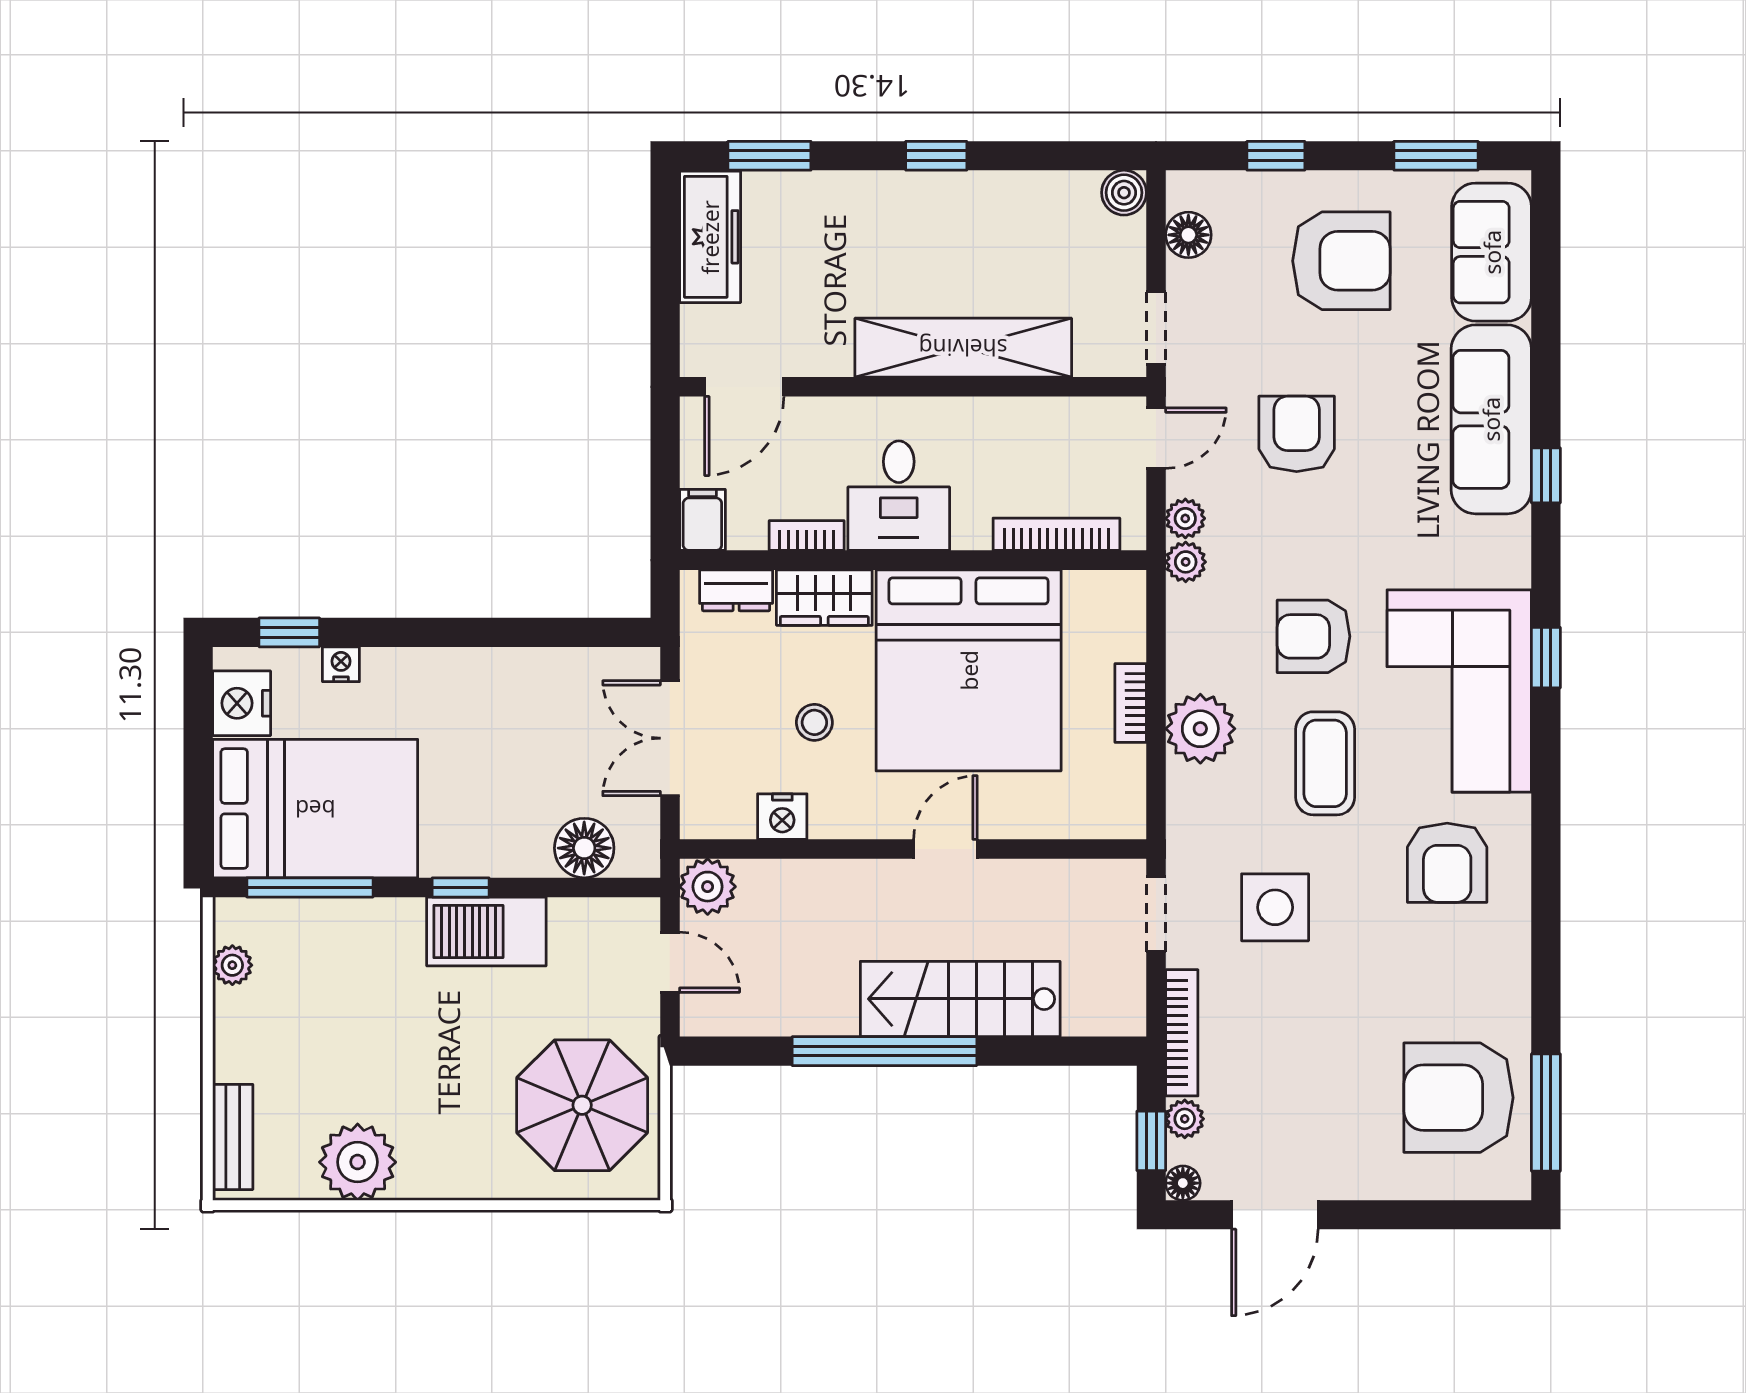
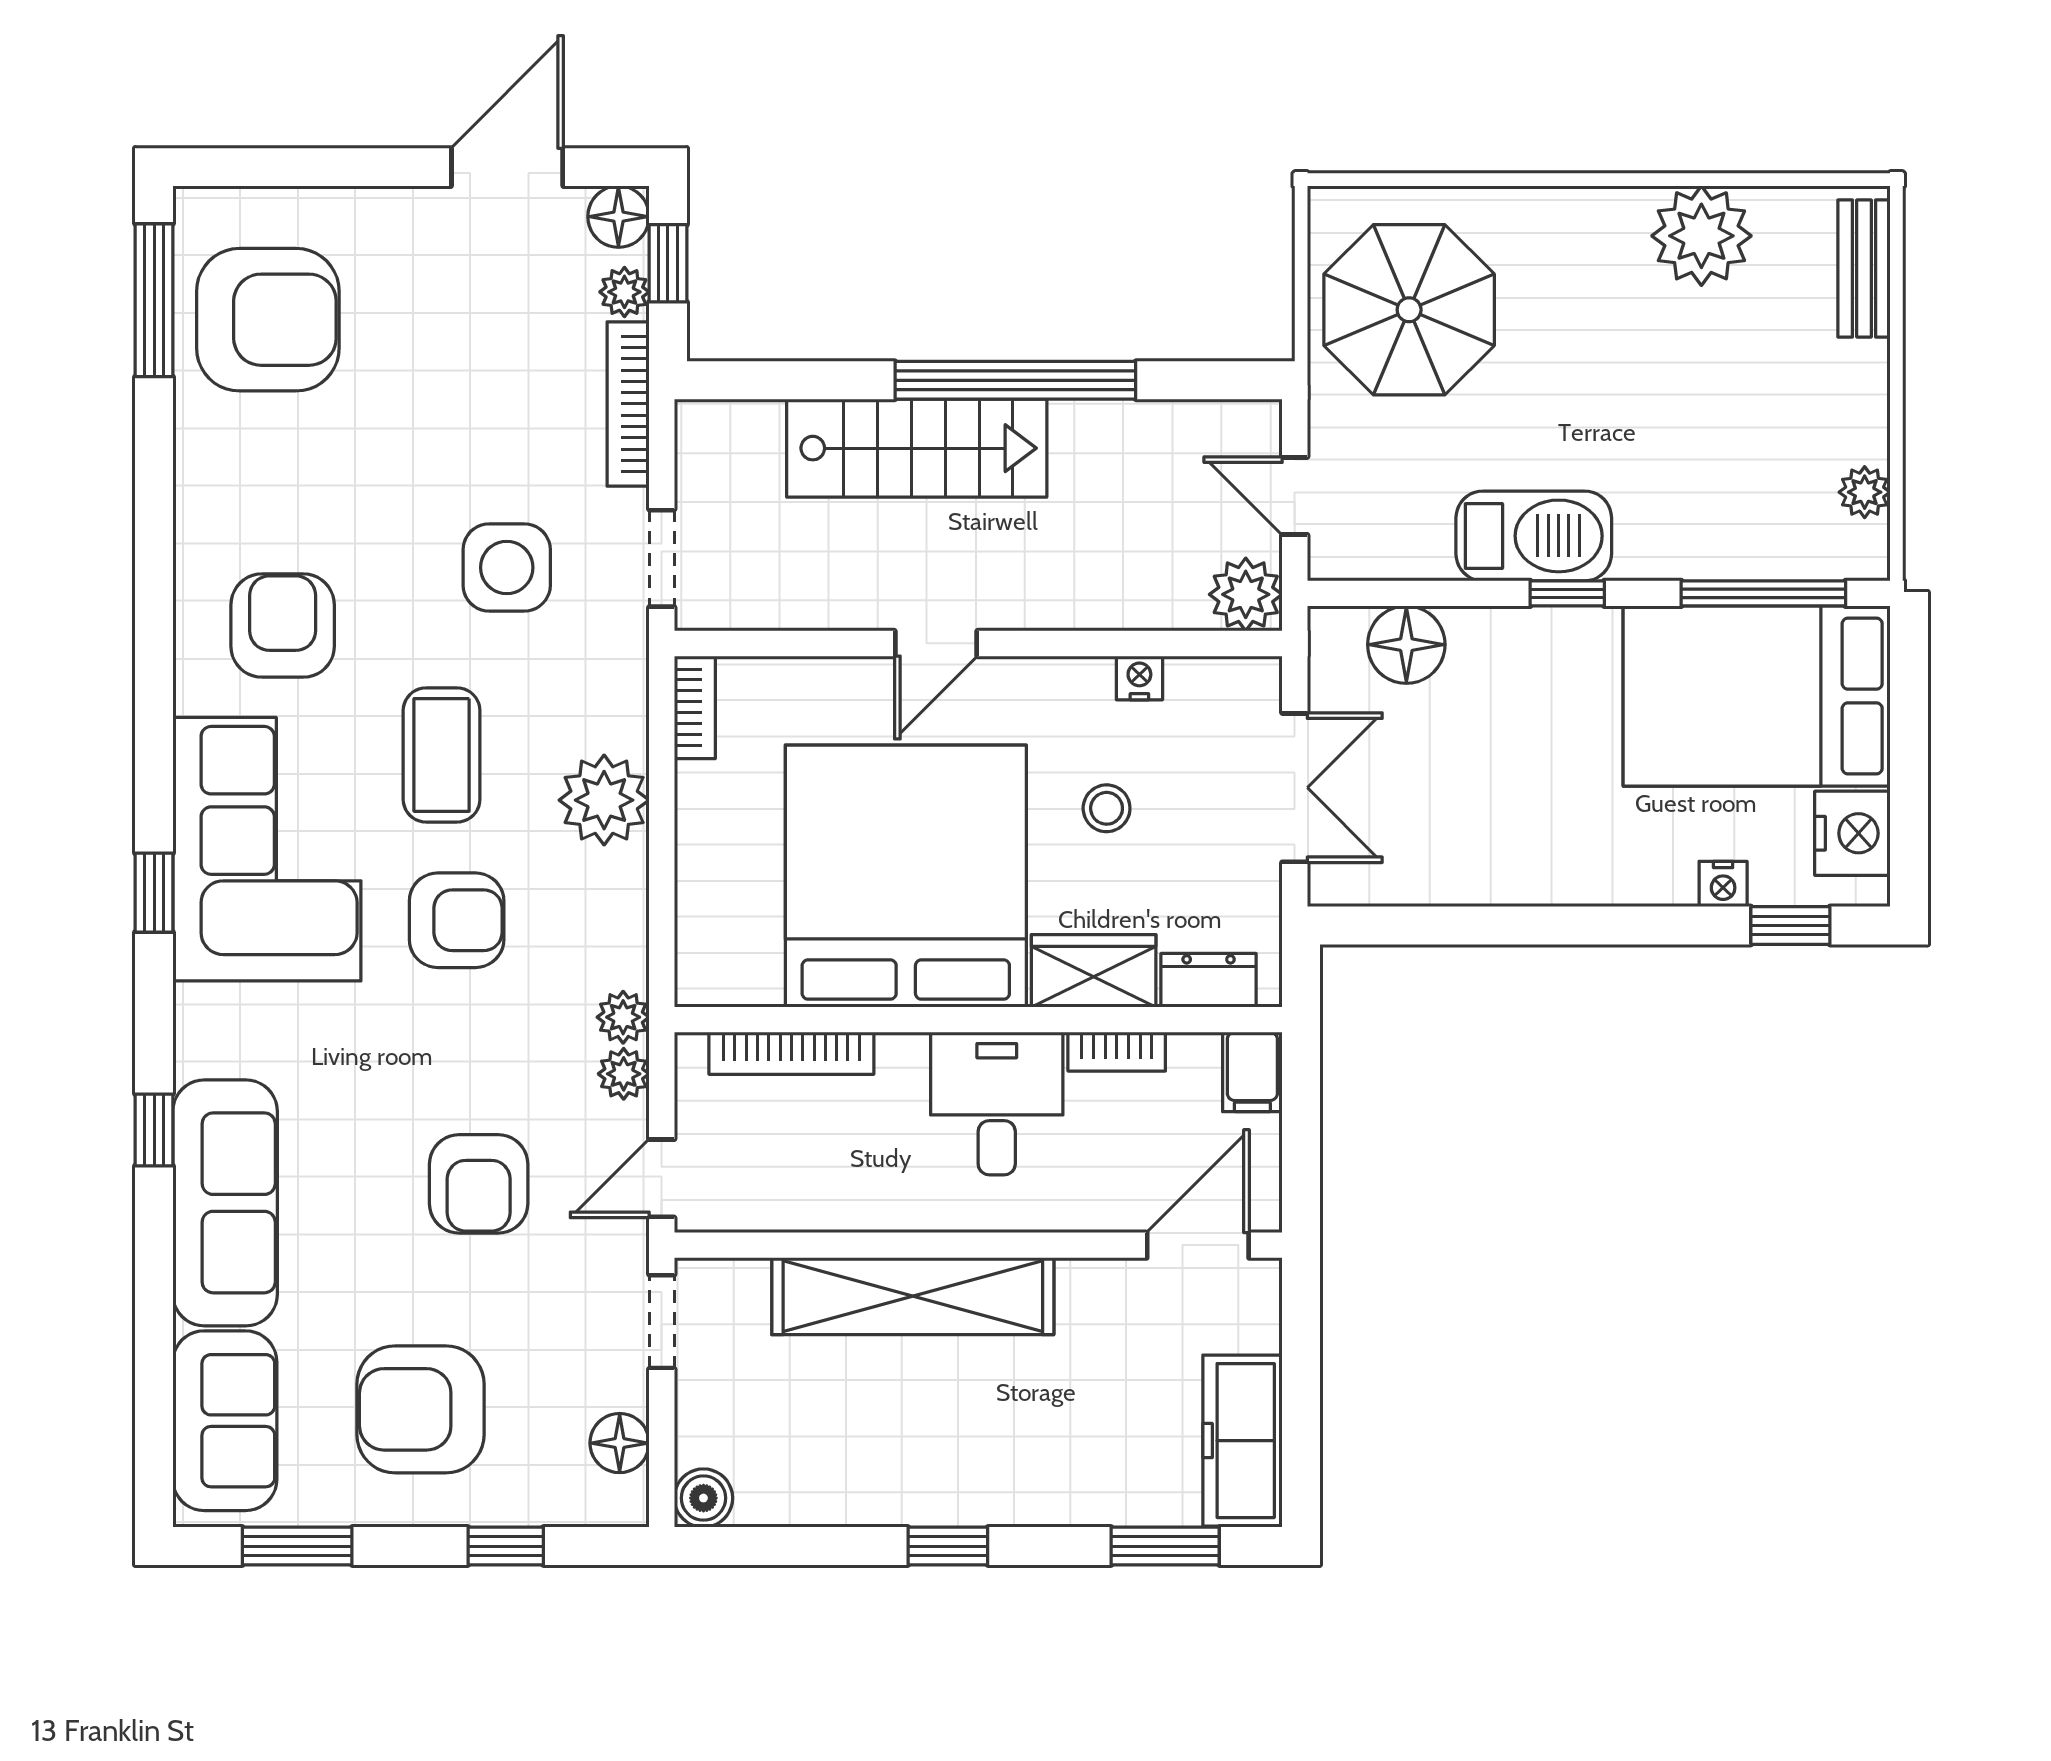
bookcase: (1131, 703) -> (695, 707), moved
nightstand: (782, 817) -> (1139, 678), width x0.72, depth x0.74
floor lamp: (1183, 1183) -> (618, 217), width x1.37, depth x1.37

